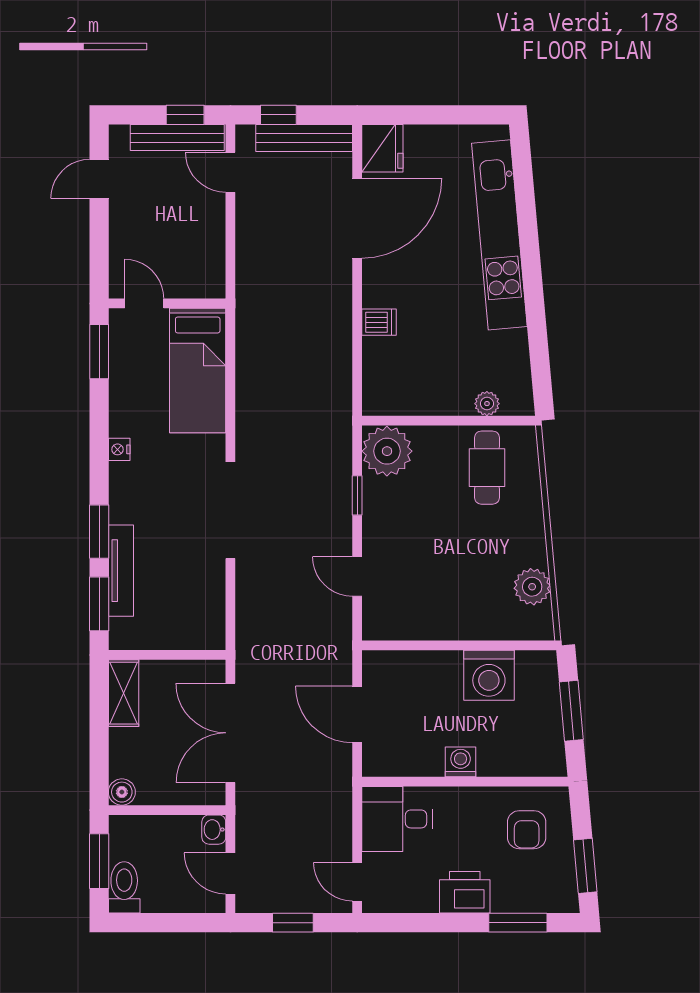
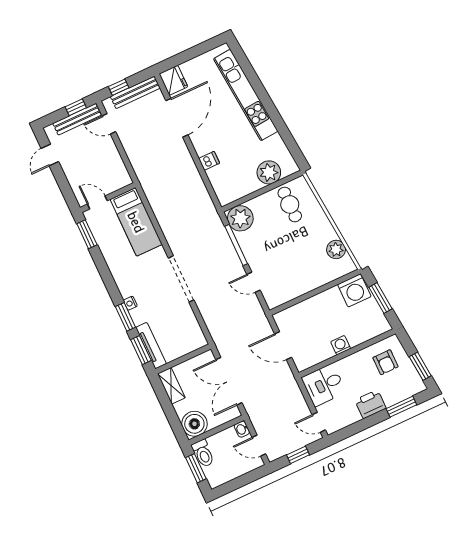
plant: (487, 404) -> (269, 172), width x1.88, depth x1.88
nightstand: (119, 449) -> (130, 303), moved
window: (357, 495) -> (236, 245), width x2.17
tv unit: (121, 571) -> (151, 346), moved
washing machine: (489, 675) -> (354, 290), moved
boiler: (122, 792) -> (194, 424), width x1.86, depth x1.86
toilet: (124, 887) -> (203, 453), moved, turned 180

